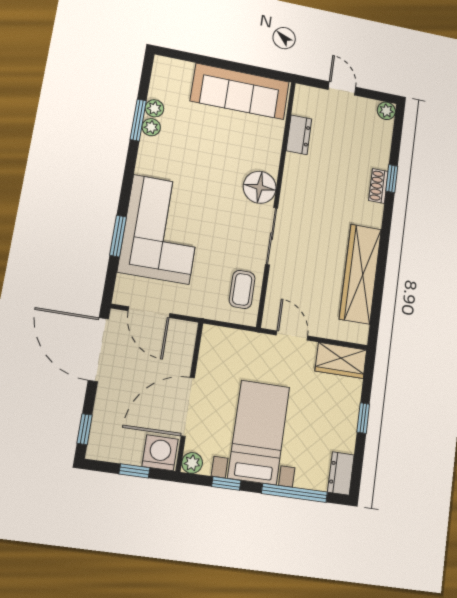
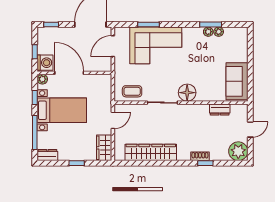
sofa: (240, 91) -> (237, 81), width x0.73
plant: (386, 111) -> (238, 151), width x1.88, depth x1.88

